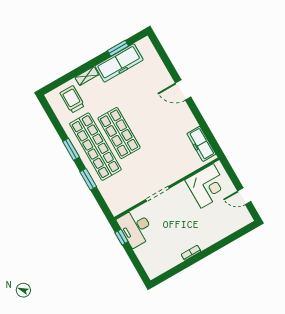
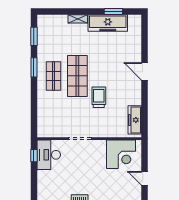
trolley: (72, 99) -> (99, 97), moved
shop shelf: (95, 147) -> (54, 76), width x0.50, depth x0.74
window: (88, 179) -> (34, 36), moved

